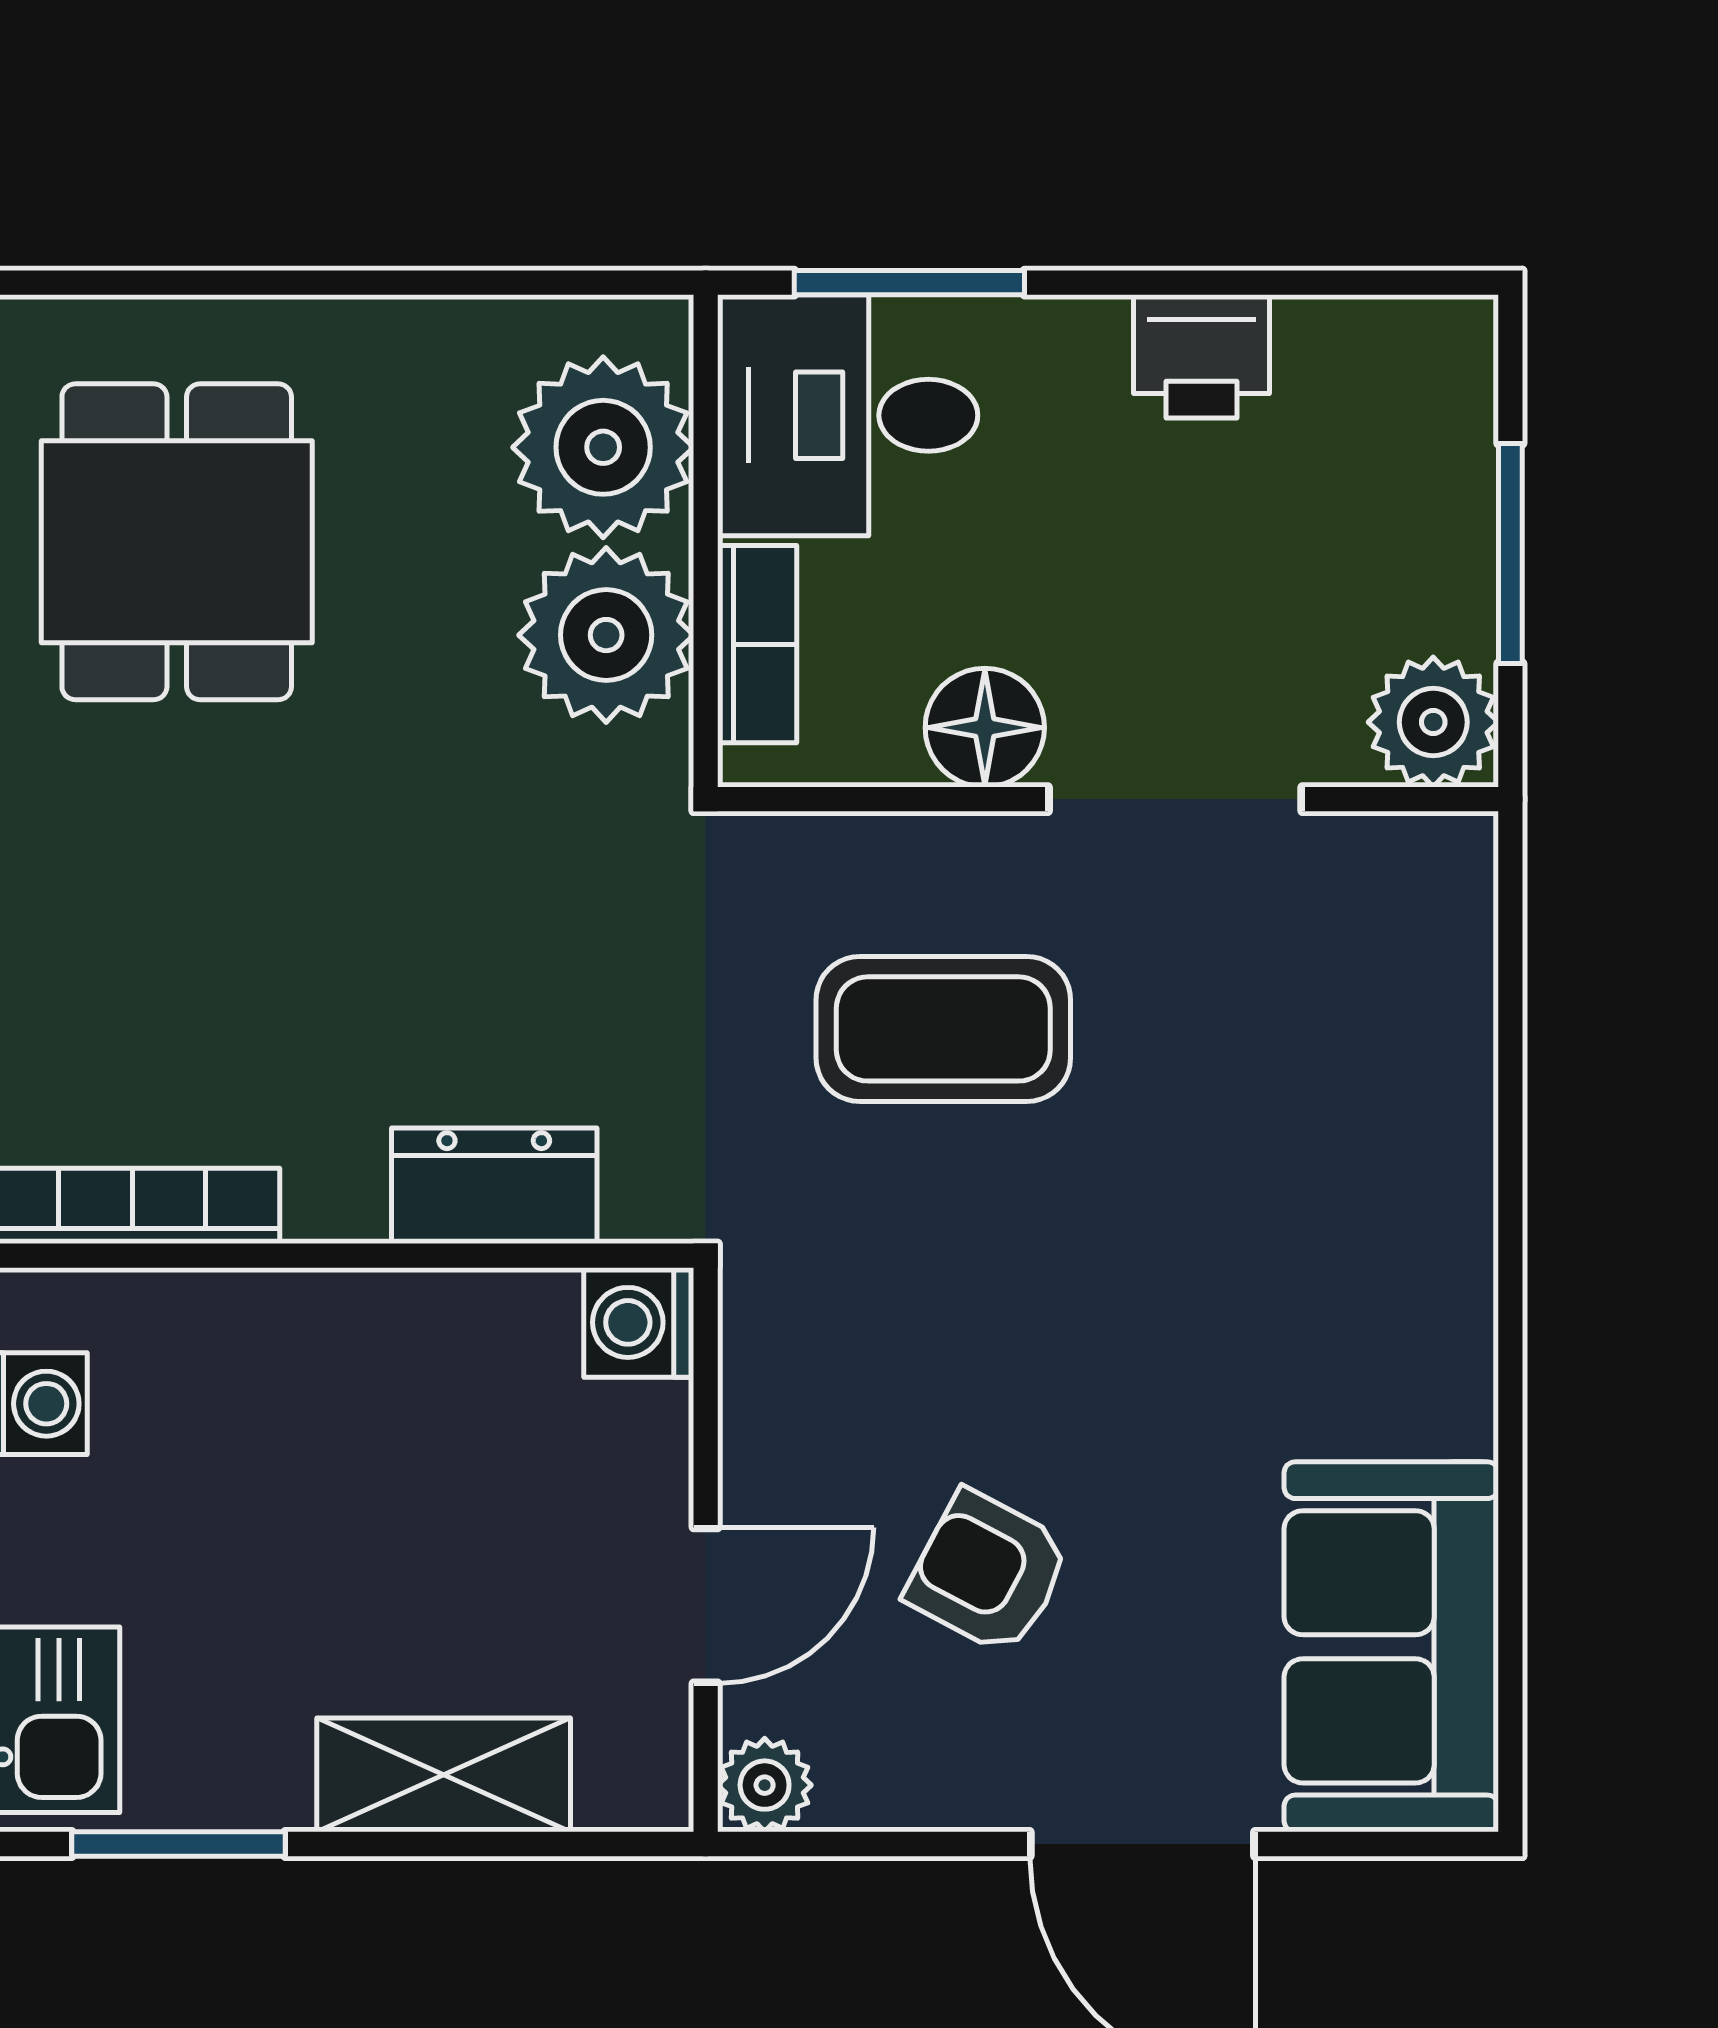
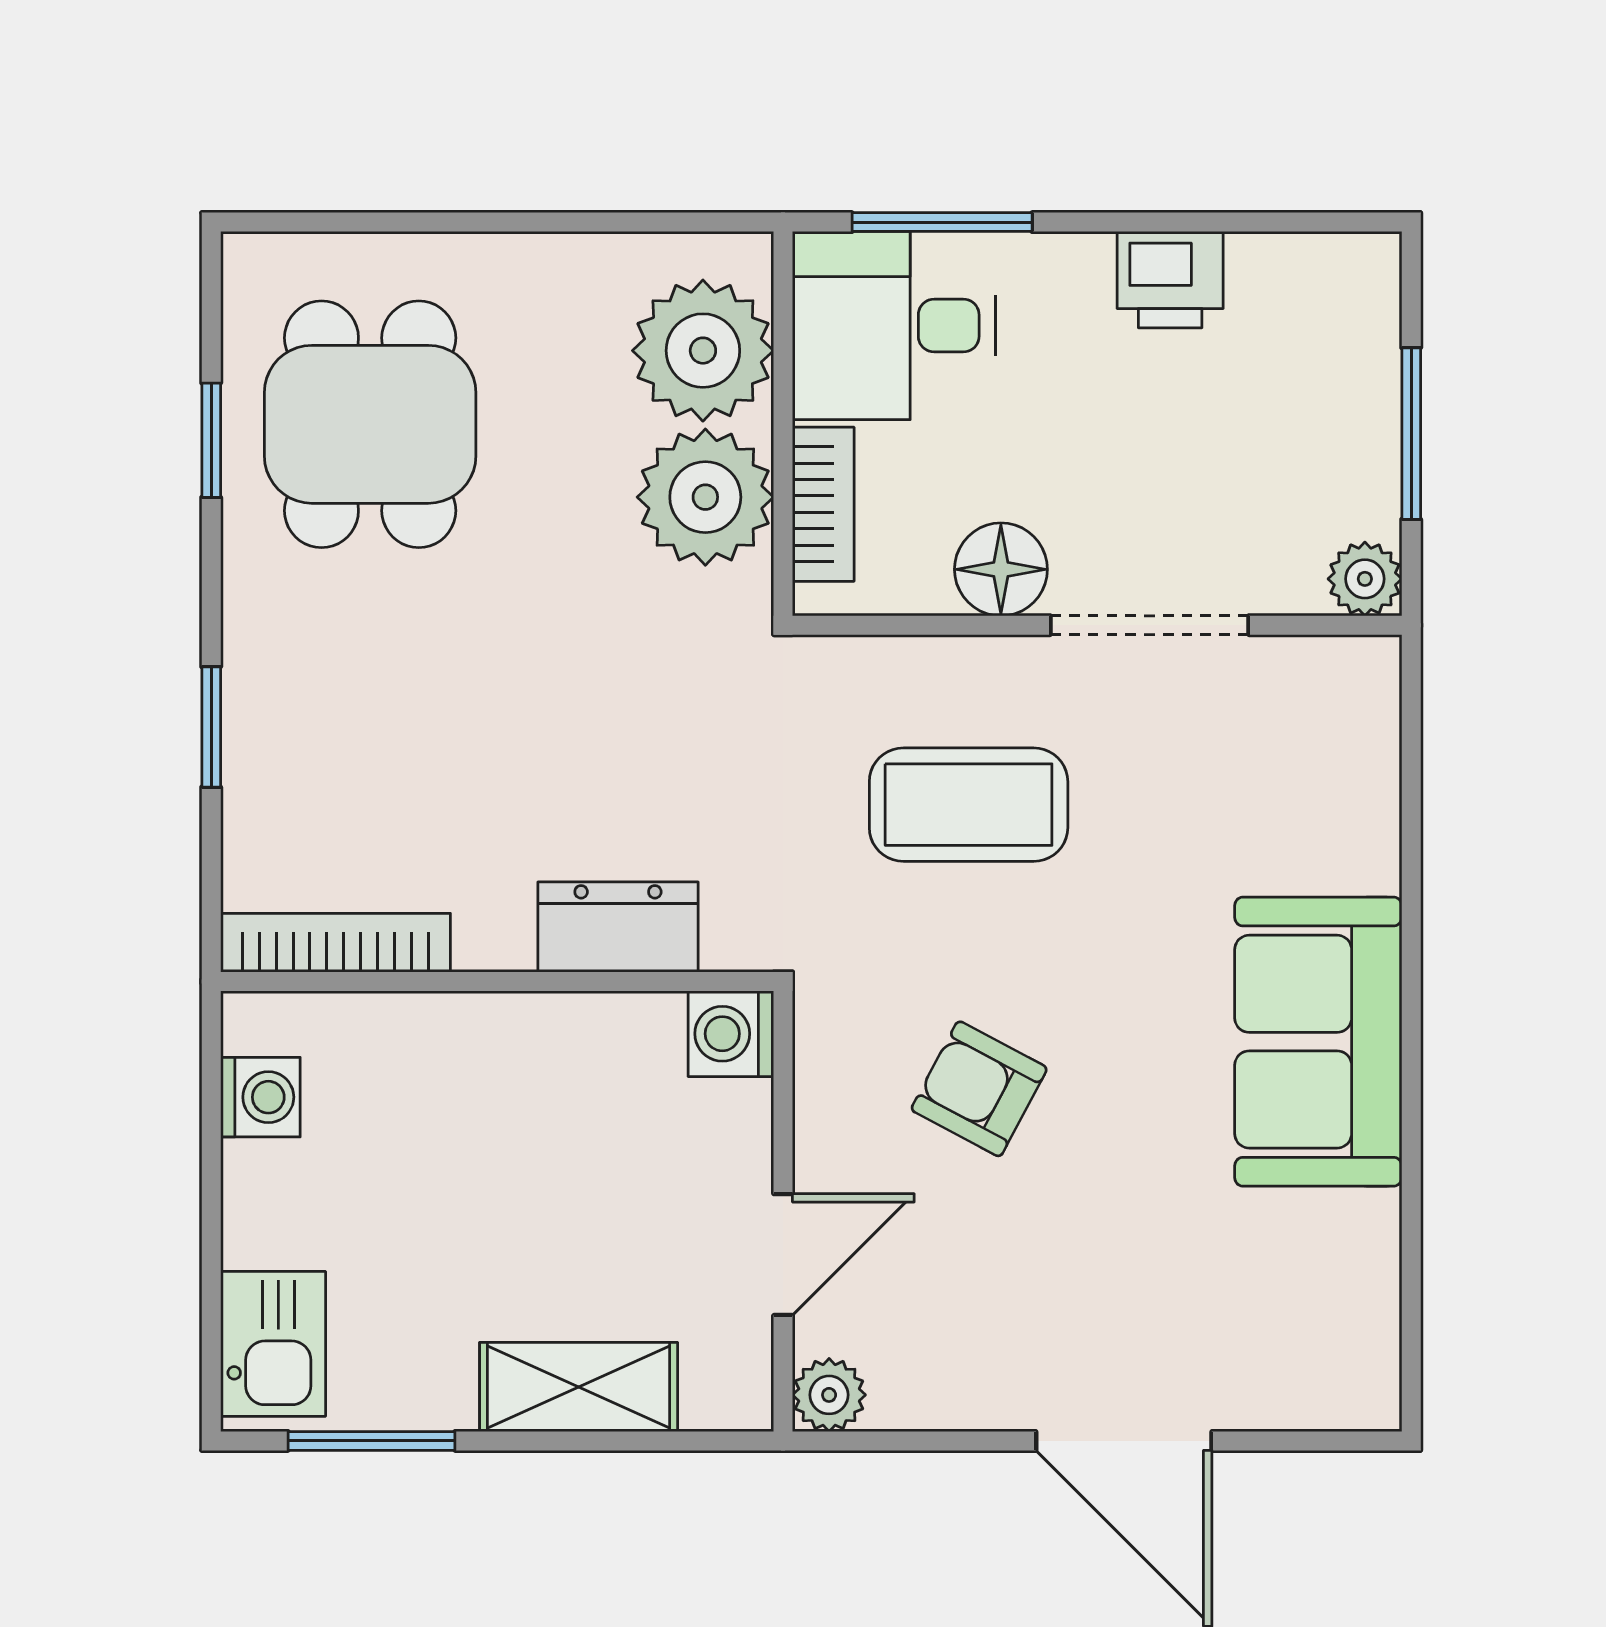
plant: (1433, 722) -> (1365, 579), width x0.73, depth x0.73
armchair: (988, 1572) -> (979, 1089), moved
sofa: (1391, 1647) -> (1318, 1042), moved

